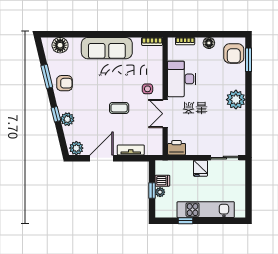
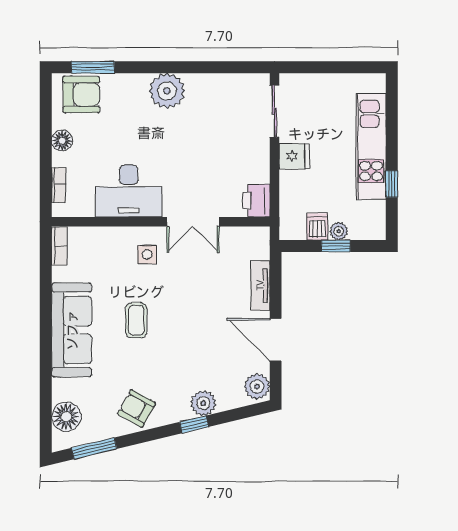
window: (47, 76) -> (94, 448), moved
armchair: (64, 83) -> (137, 408), turned -61
coffee table: (119, 108) -> (136, 320), moved

